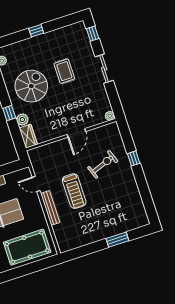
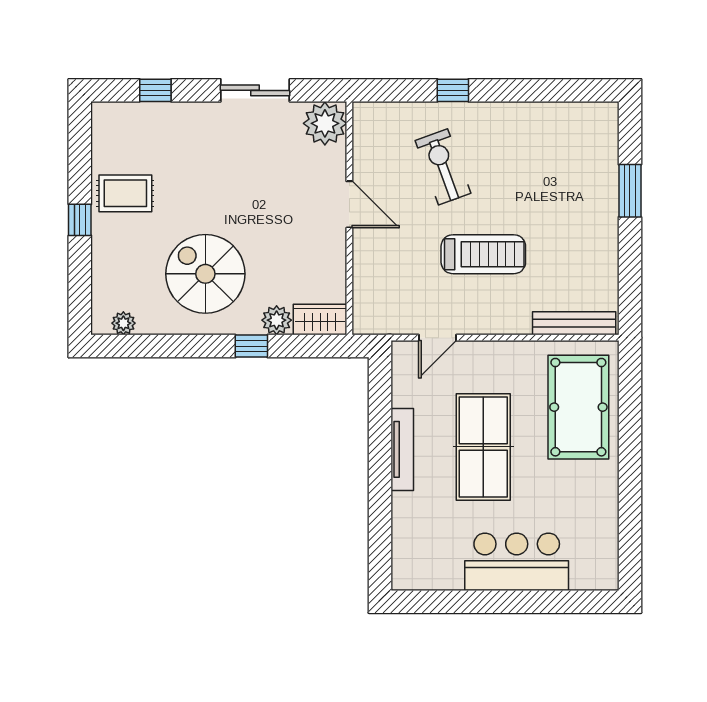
window: (93, 34) -> (155, 90), moved
sliding door: (104, 69) -> (255, 90), moved
rug: (64, 71) -> (125, 193), moved
plant: (110, 116) -> (325, 123), width x1.88, depth x1.88
bench: (50, 208) -> (574, 323), moved

